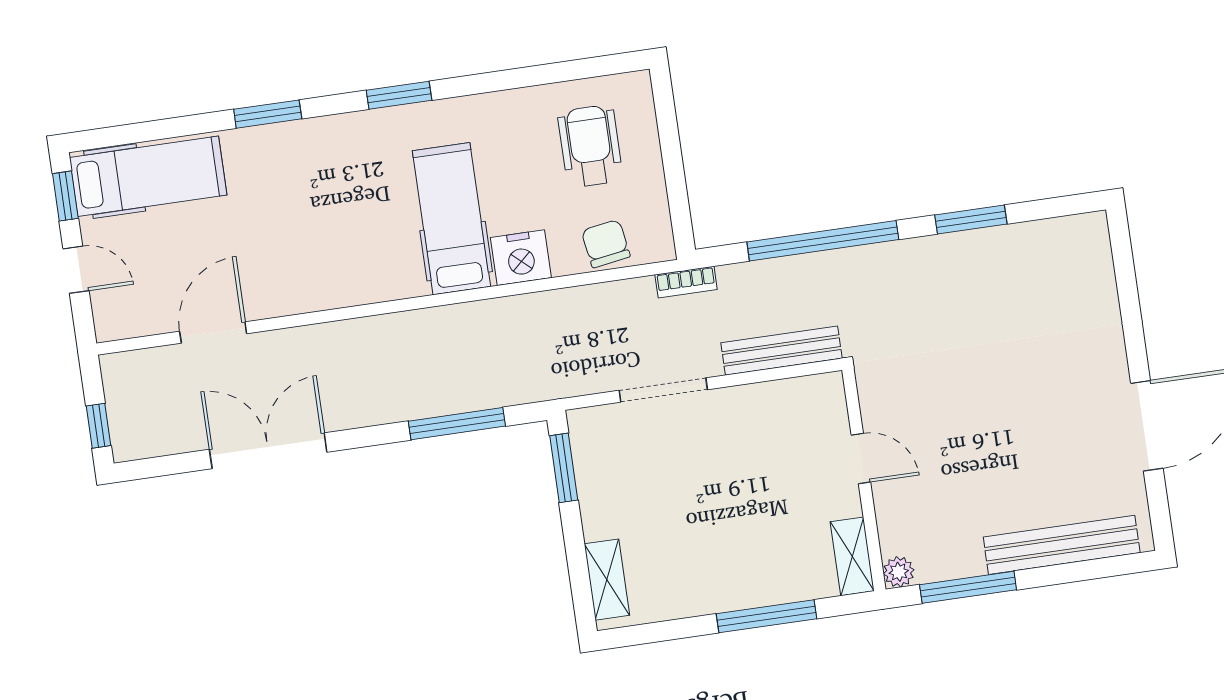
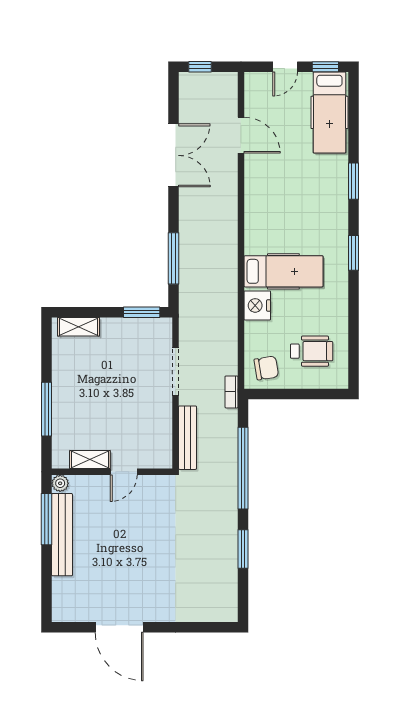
chair: (606, 244) -> (266, 368), moved
bench: (1062, 545) -> (62, 535), moved
shelving: (852, 556) -> (90, 460), moved

